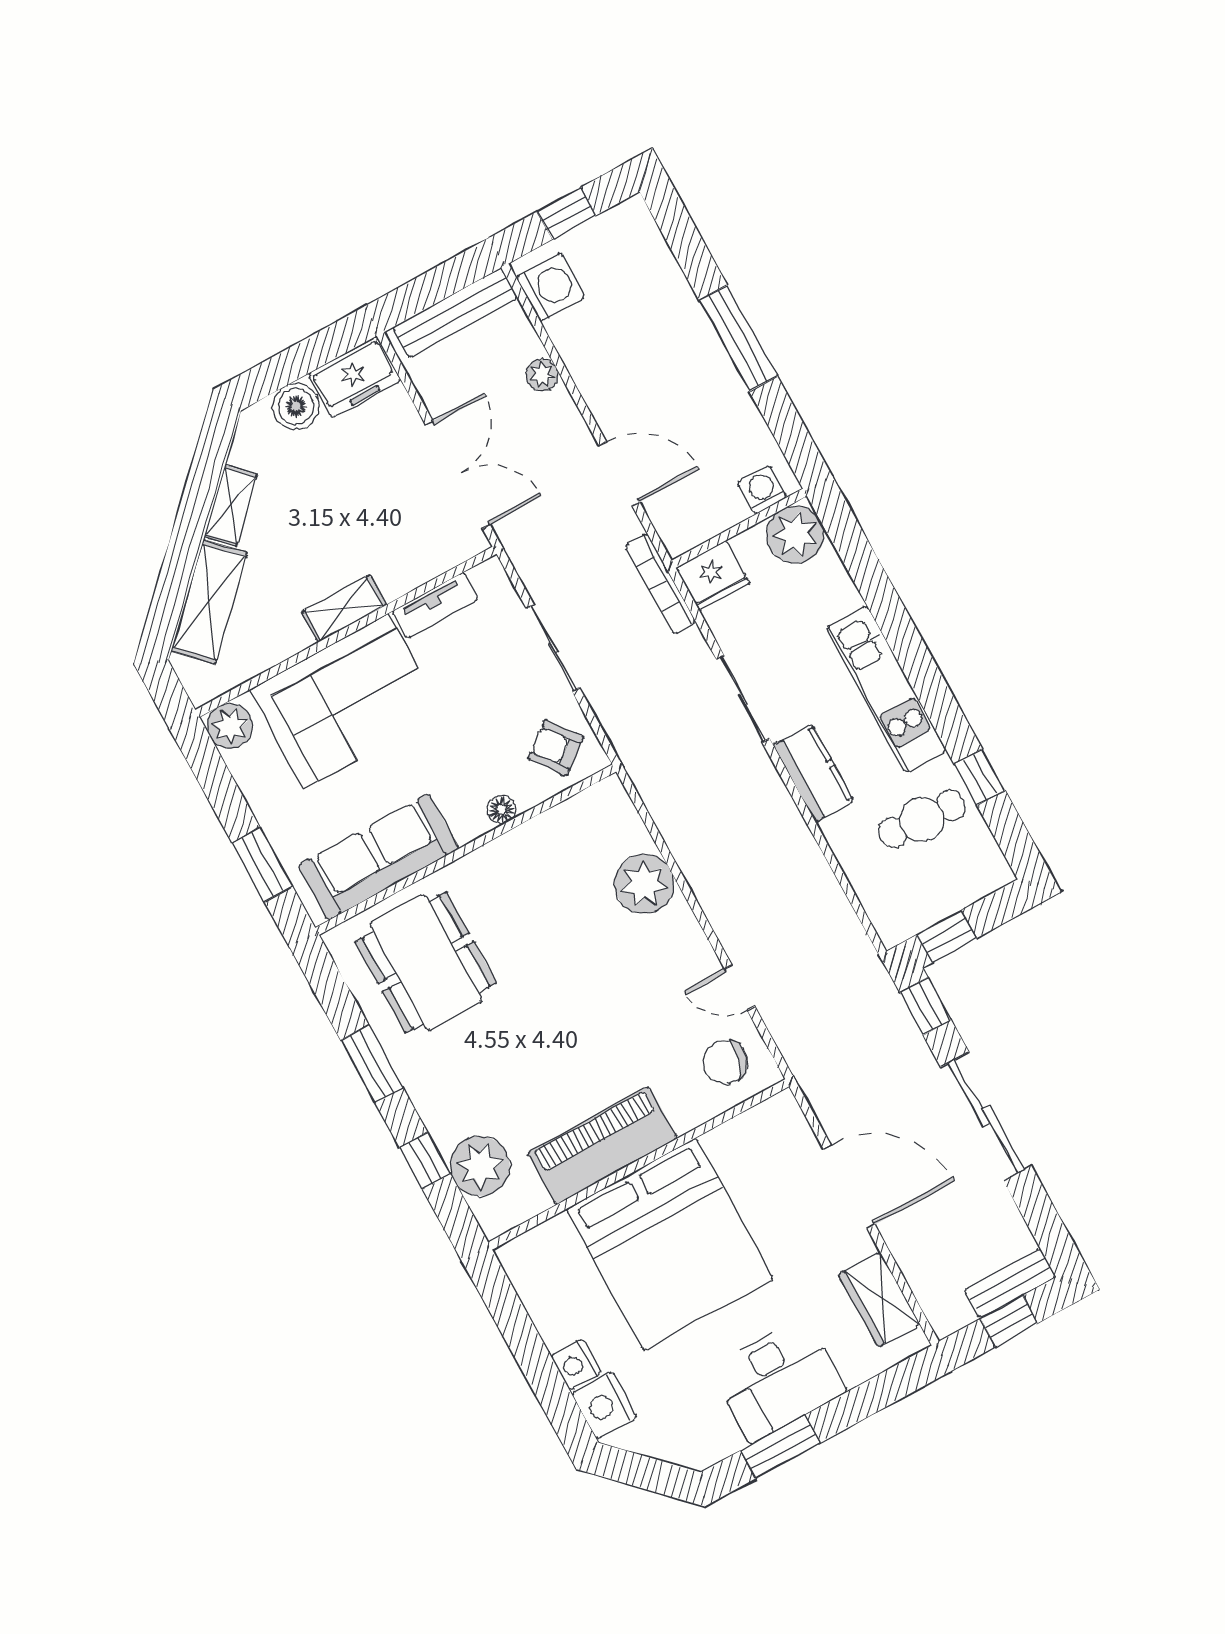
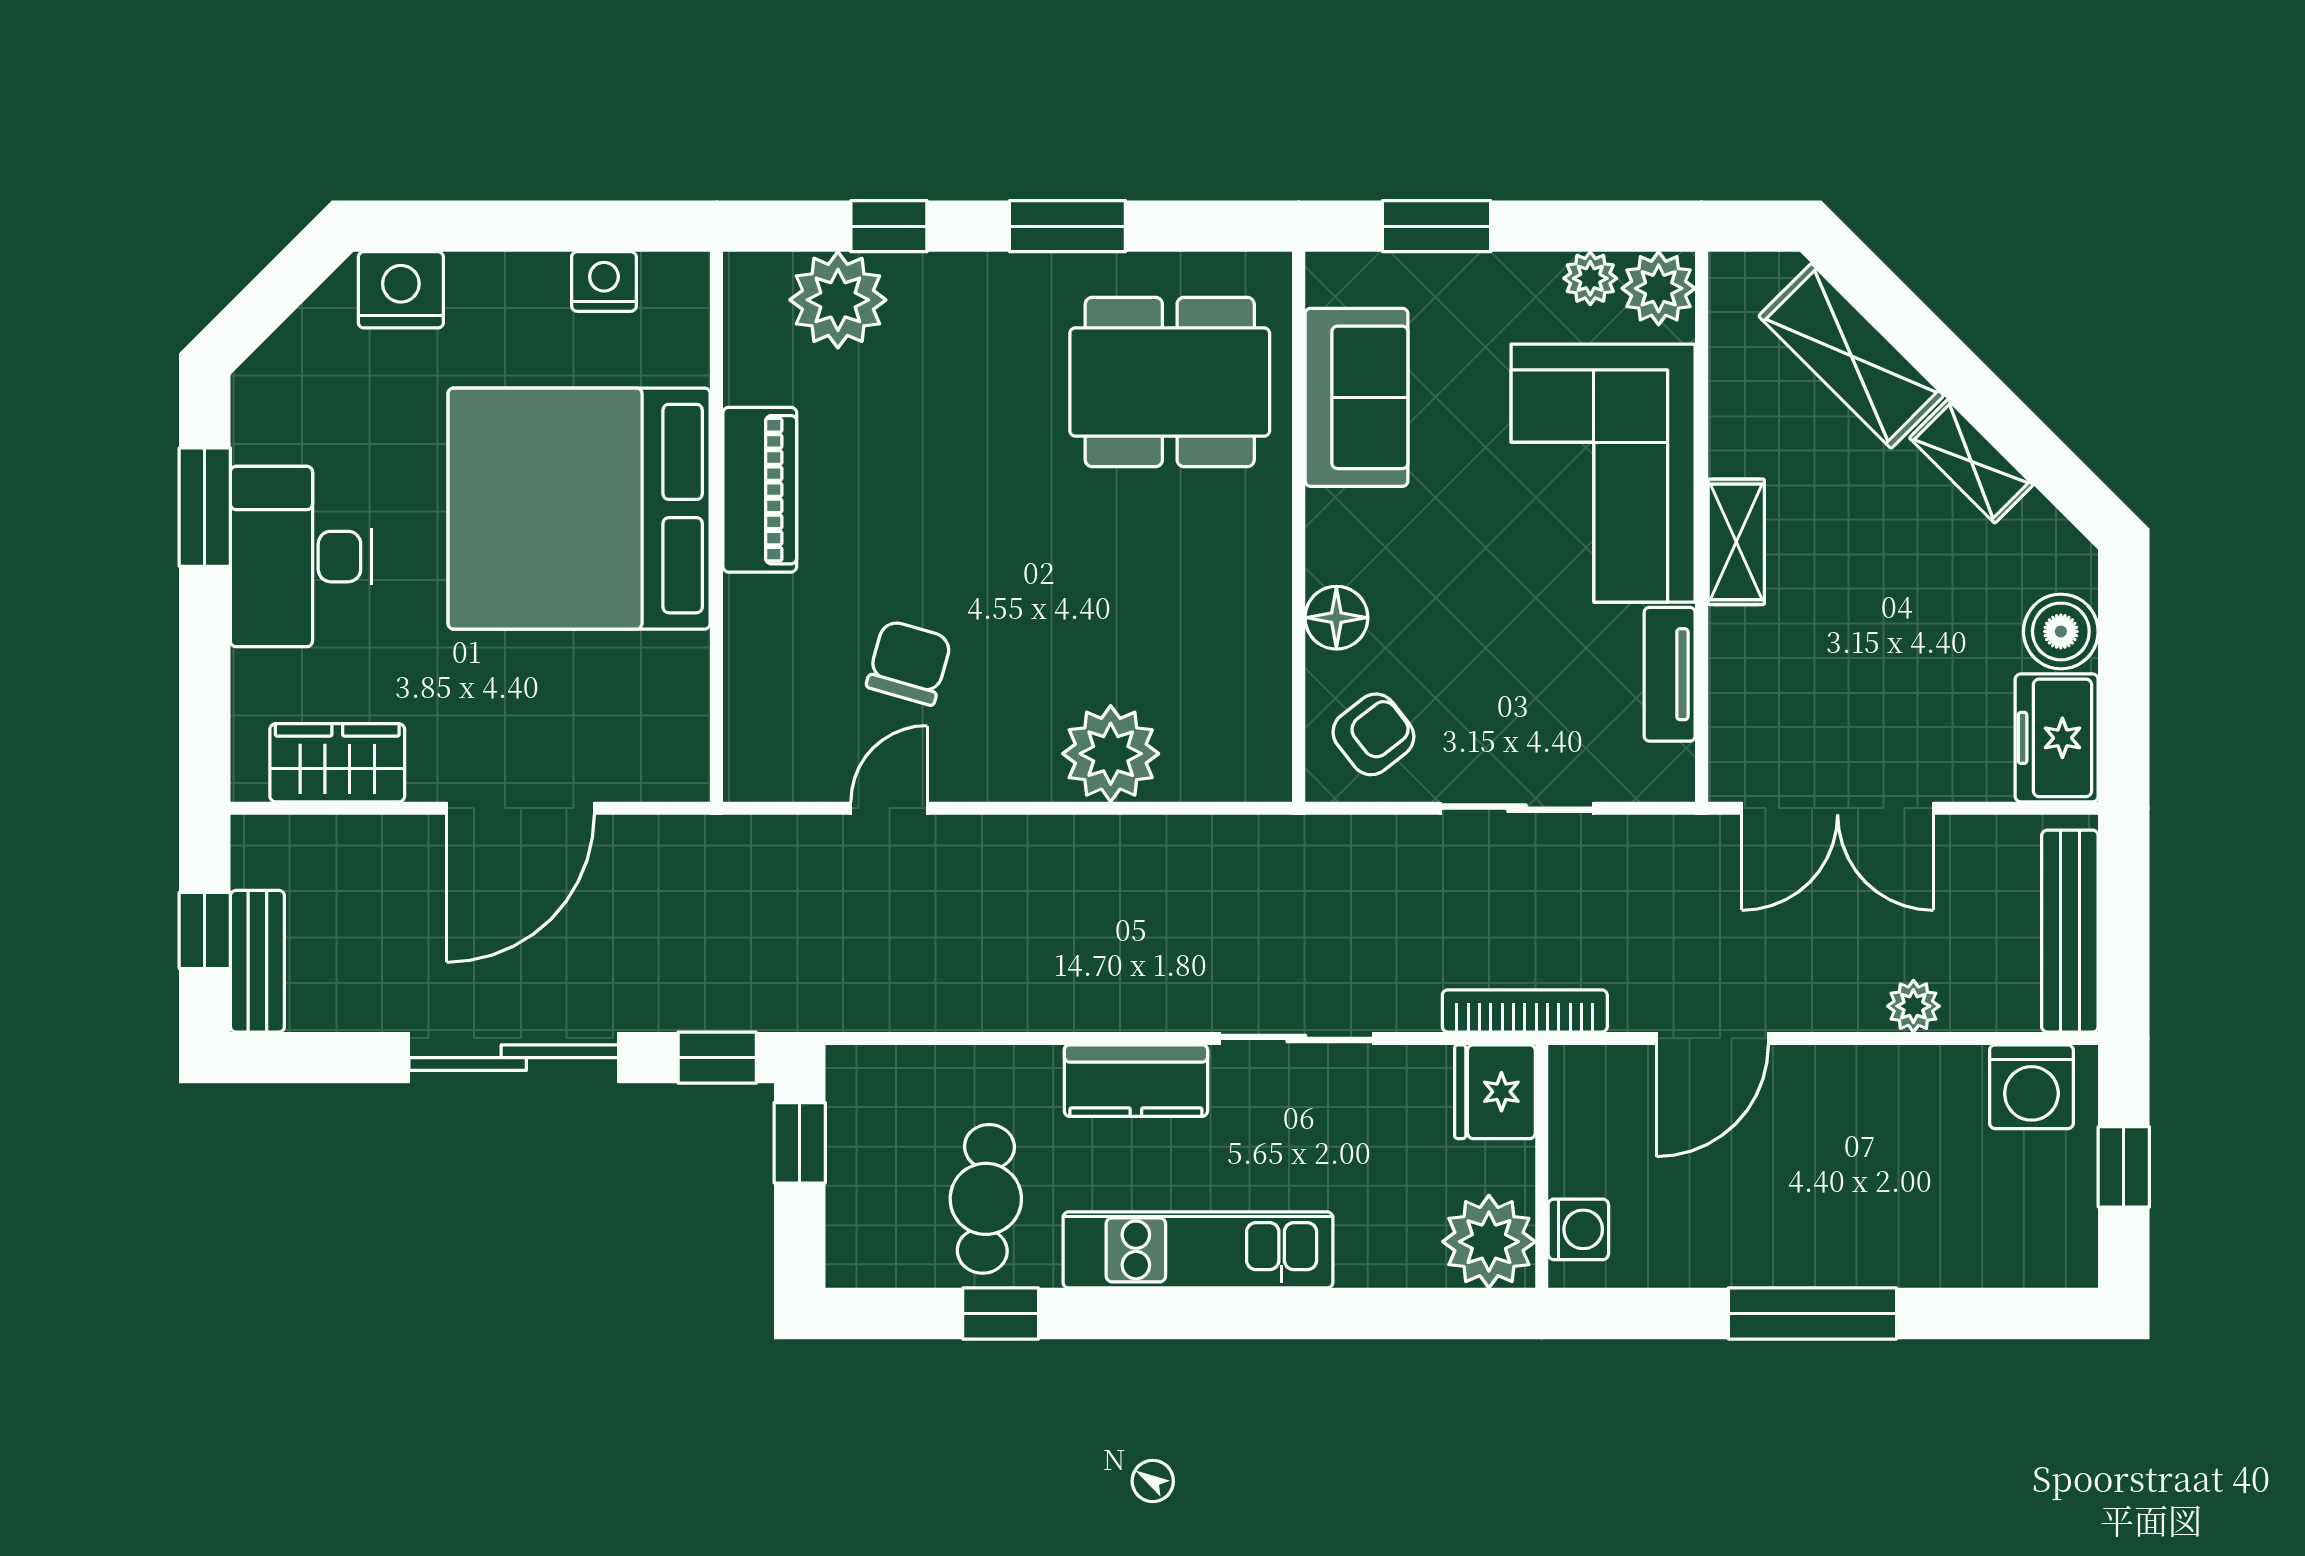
plant: (245, 766) -> (1590, 278), added
floor lamp: (502, 809) -> (1336, 618), width x1.37, depth x1.37
sofa: (379, 857) -> (1356, 397), width x0.73
chair: (725, 1062) -> (909, 663), moved
piano: (602, 1145) -> (760, 490), width x0.73, depth x0.75
nightstand: (576, 1365) -> (604, 281), moved

